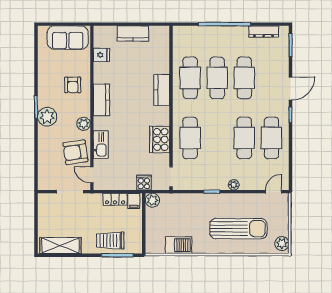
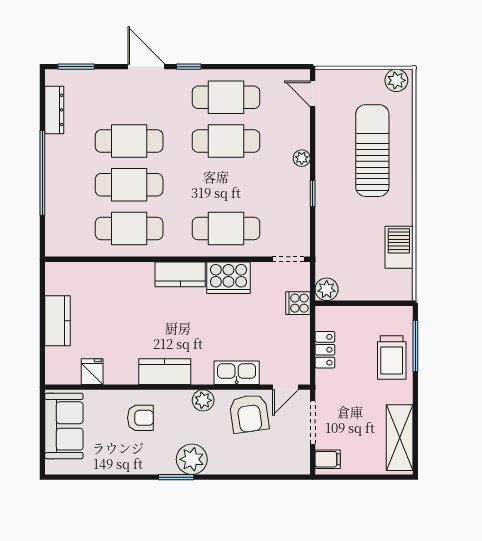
kitchen counter: (162, 90) -> (180, 274), moved
filing cabinet: (134, 201) -> (328, 459), moved

